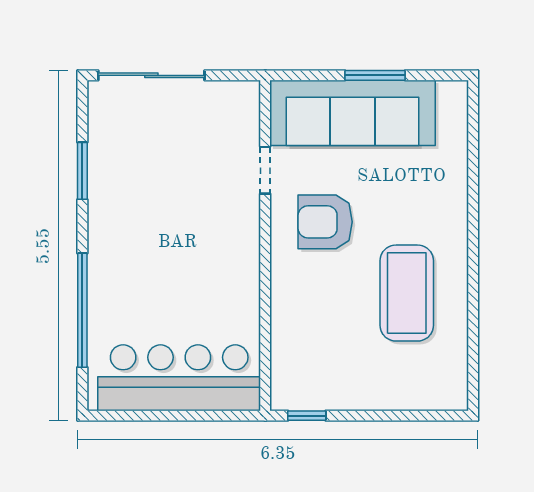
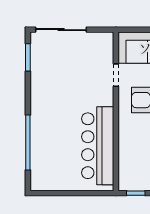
window: (82, 171) -> (28, 57), moved
bar counter: (179, 378) -> (98, 146), moved, turned -90

